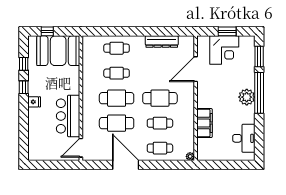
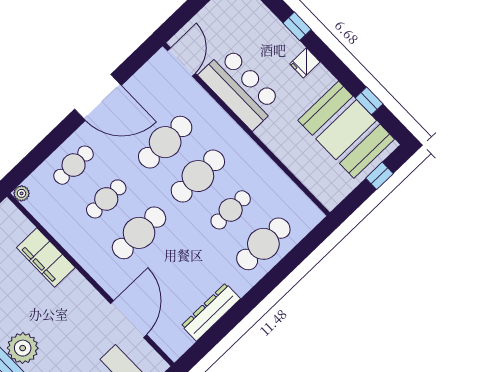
cafe table: (117, 48) -> (263, 244), width x1.37, depth x1.35
booth: (58, 51) -> (346, 130), moved, turned 90
window: (24, 87) -> (297, 26), moved

